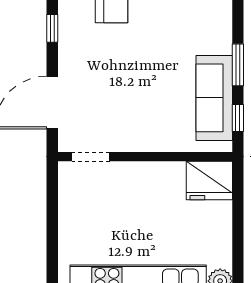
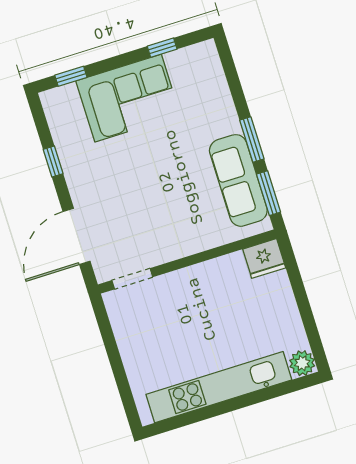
window: (238, 118) -> (269, 193), width x1.50
fridge: (209, 181) -> (264, 258), width x0.73, depth x0.75

